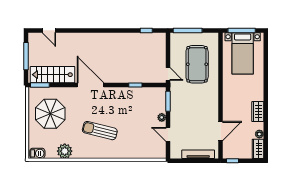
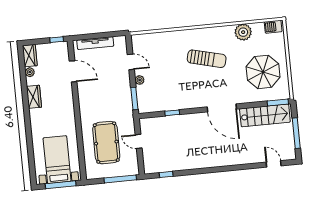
door: (168, 74) -> (139, 141), moved
door: (221, 131) -> (73, 71), swing flipped

